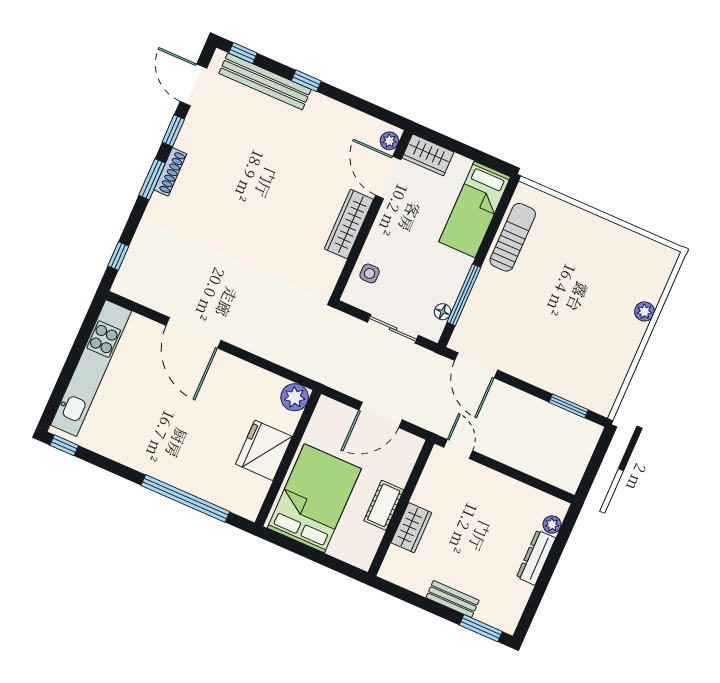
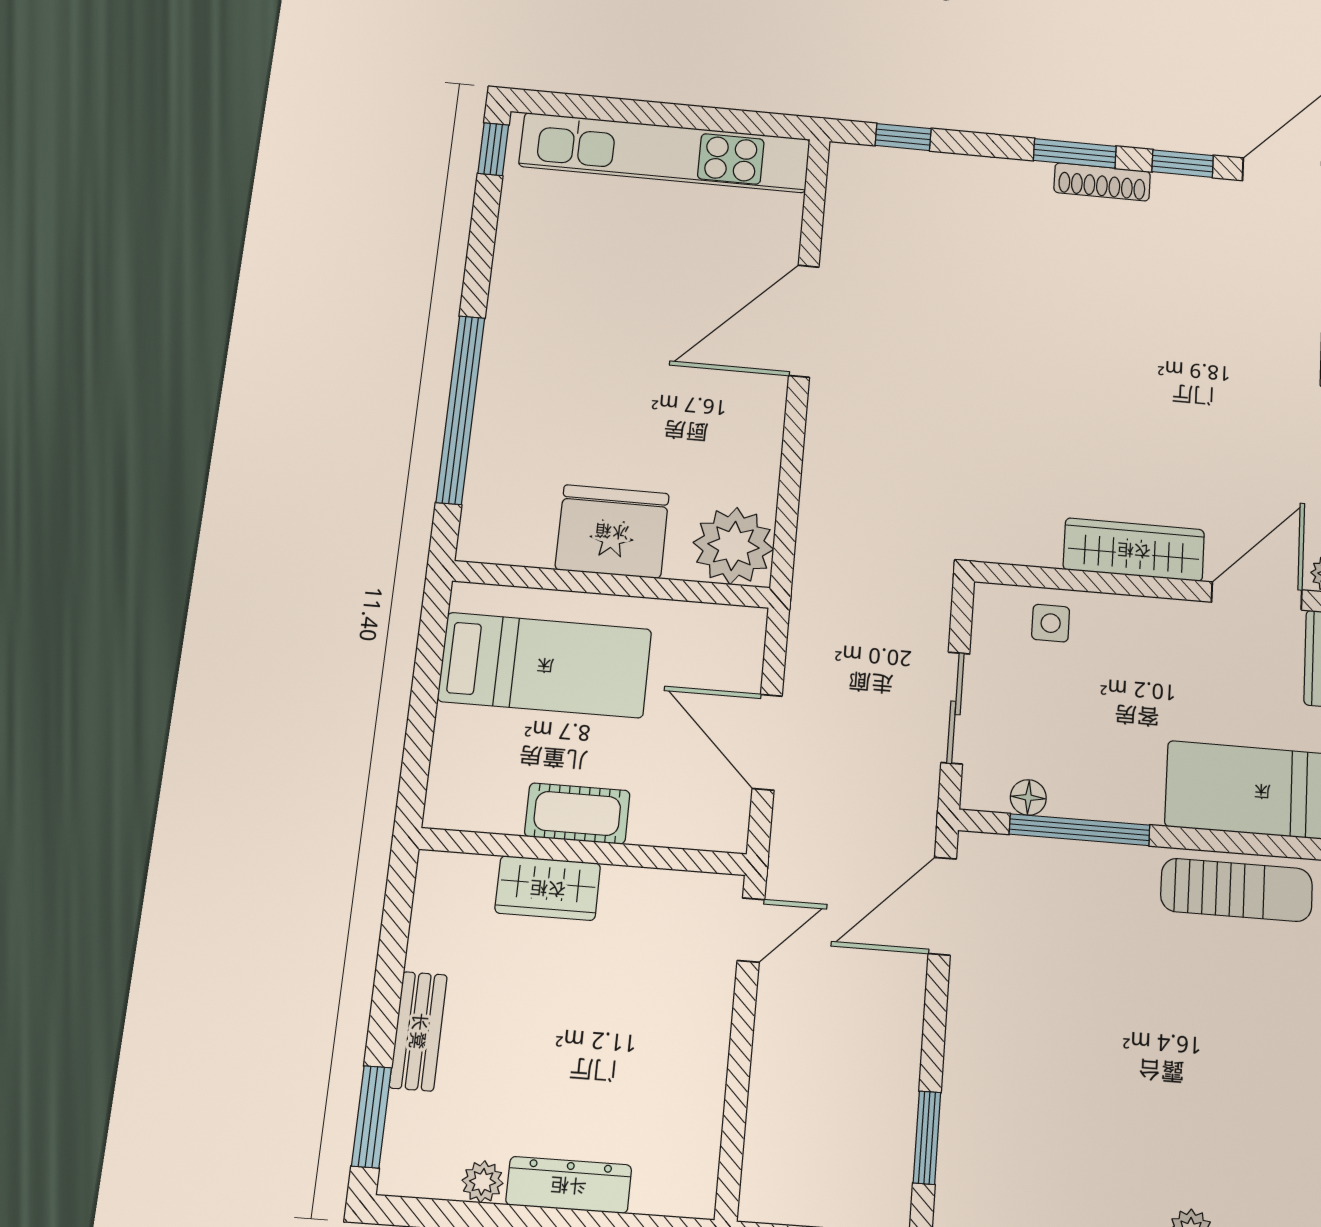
plant: (295, 397) -> (733, 546), width x1.36, depth x1.36
bed: (314, 498) -> (545, 665), width x0.67
plant: (552, 525) -> (483, 1182), moved

